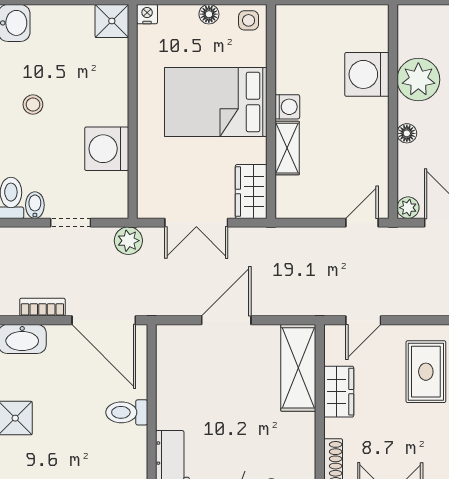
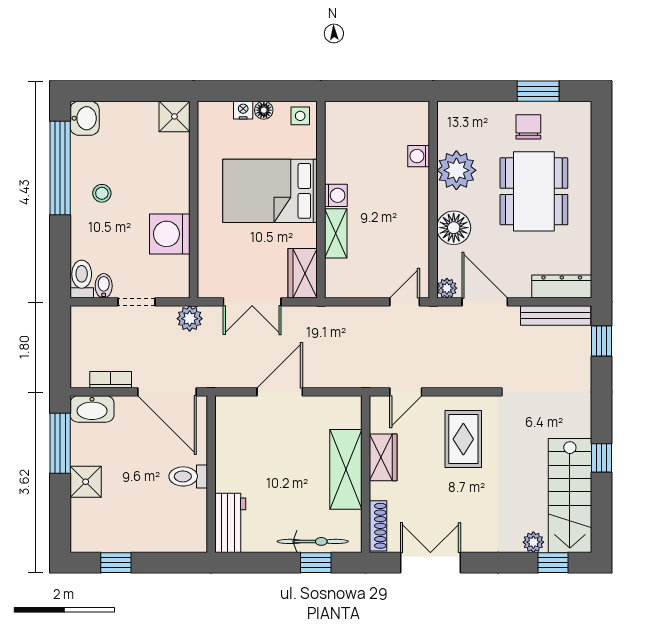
nightstand: (147, 14) -> (243, 110), moved
washing machine: (367, 74) -> (419, 156), width x0.53, depth x0.53
floor lamp: (407, 133) -> (454, 228), width x1.89, depth x1.89
shelving: (298, 368) -> (346, 469), moved

